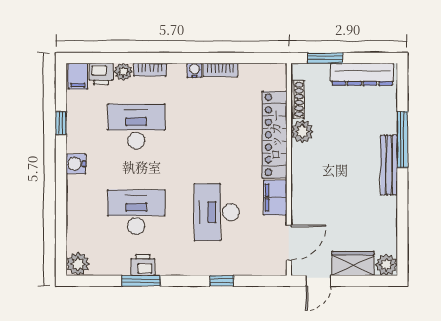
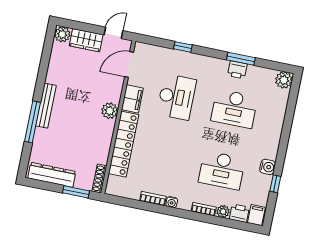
shoe rack: (297, 99) -> (99, 179), moved
plant: (302, 132) -> (110, 111), moved
water cooler: (76, 164) -> (268, 167), moved

